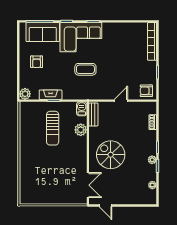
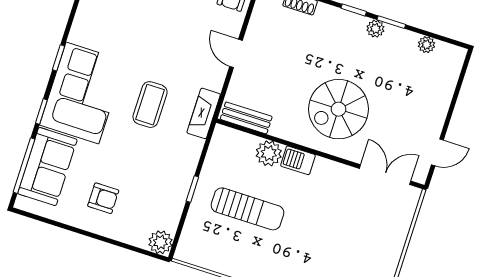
fireplace: (51, 95) -> (204, 113), moved
barbecue: (82, 109) -> (298, 160), moved

